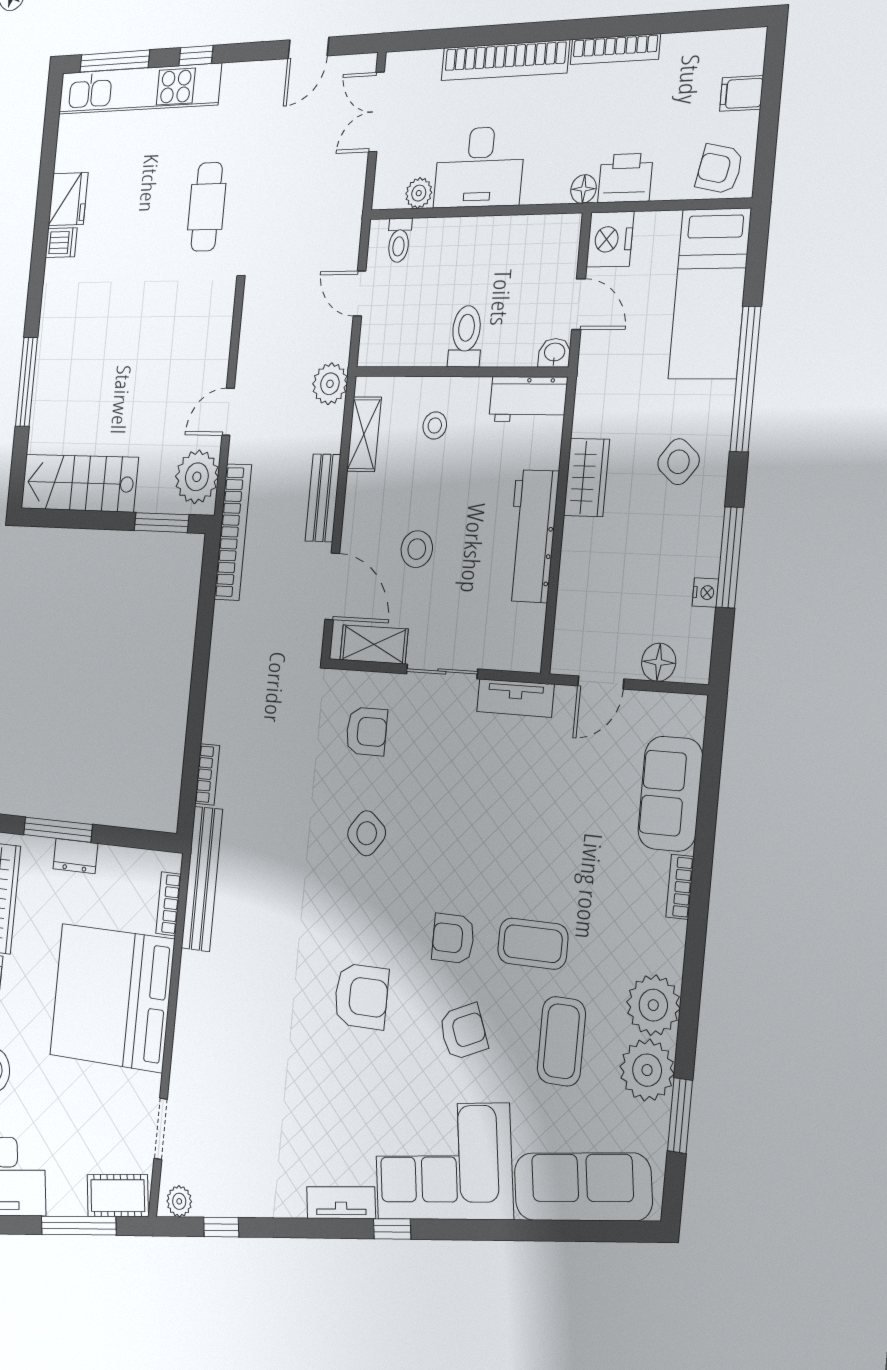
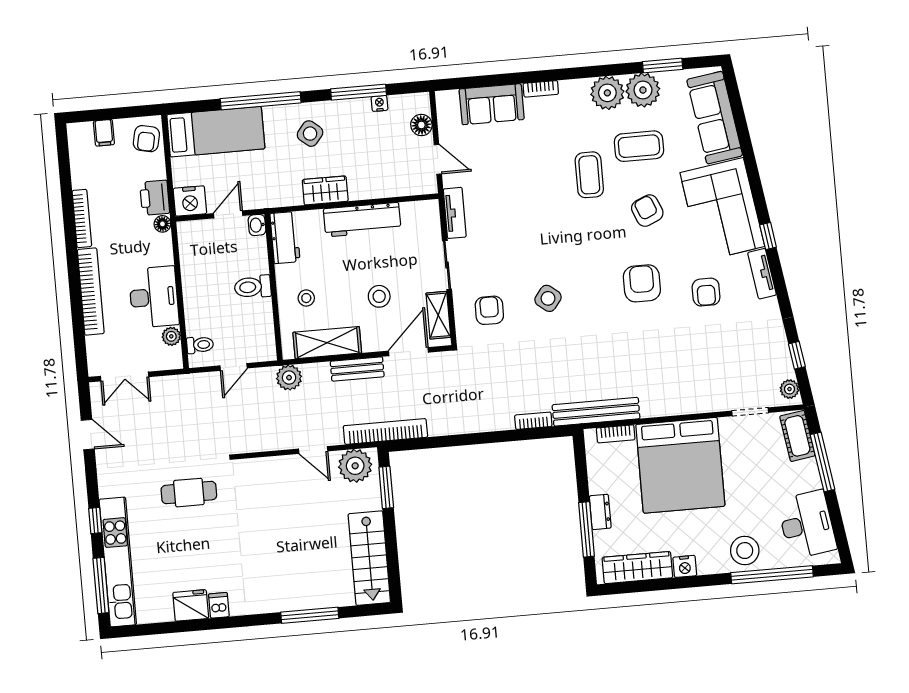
shelving: (364, 434) -> (327, 343), width x1.50, depth x1.33
armchair: (453, 938) -> (706, 292), moved

